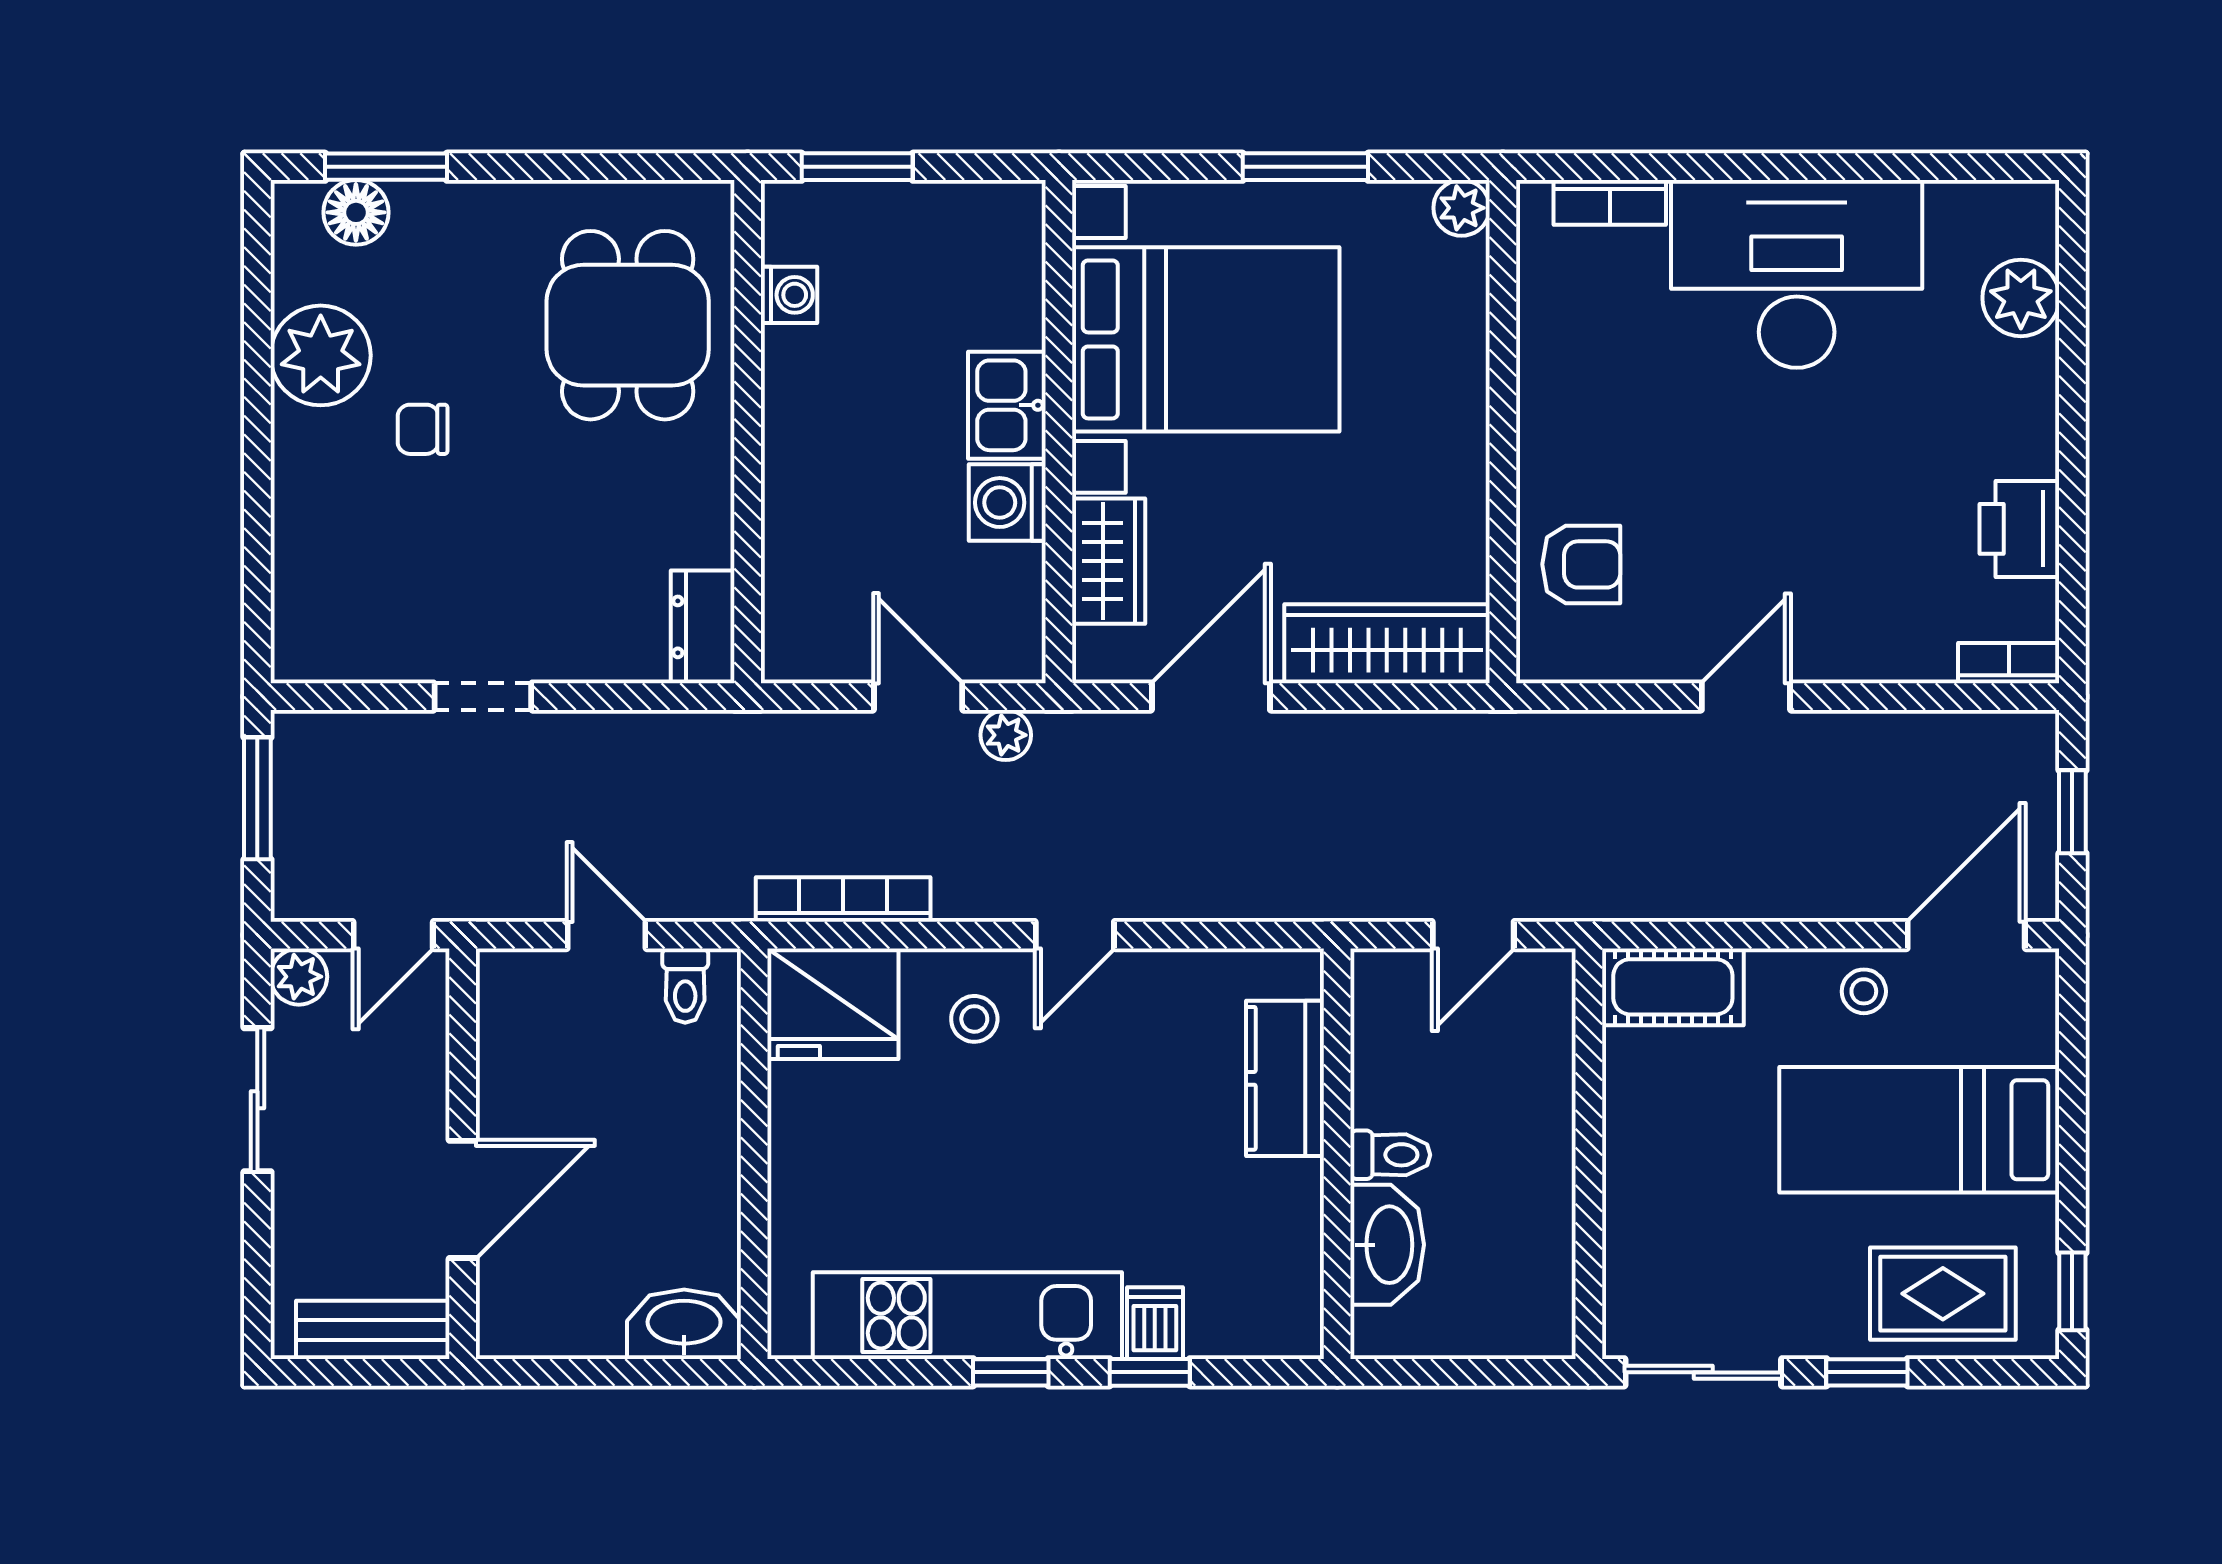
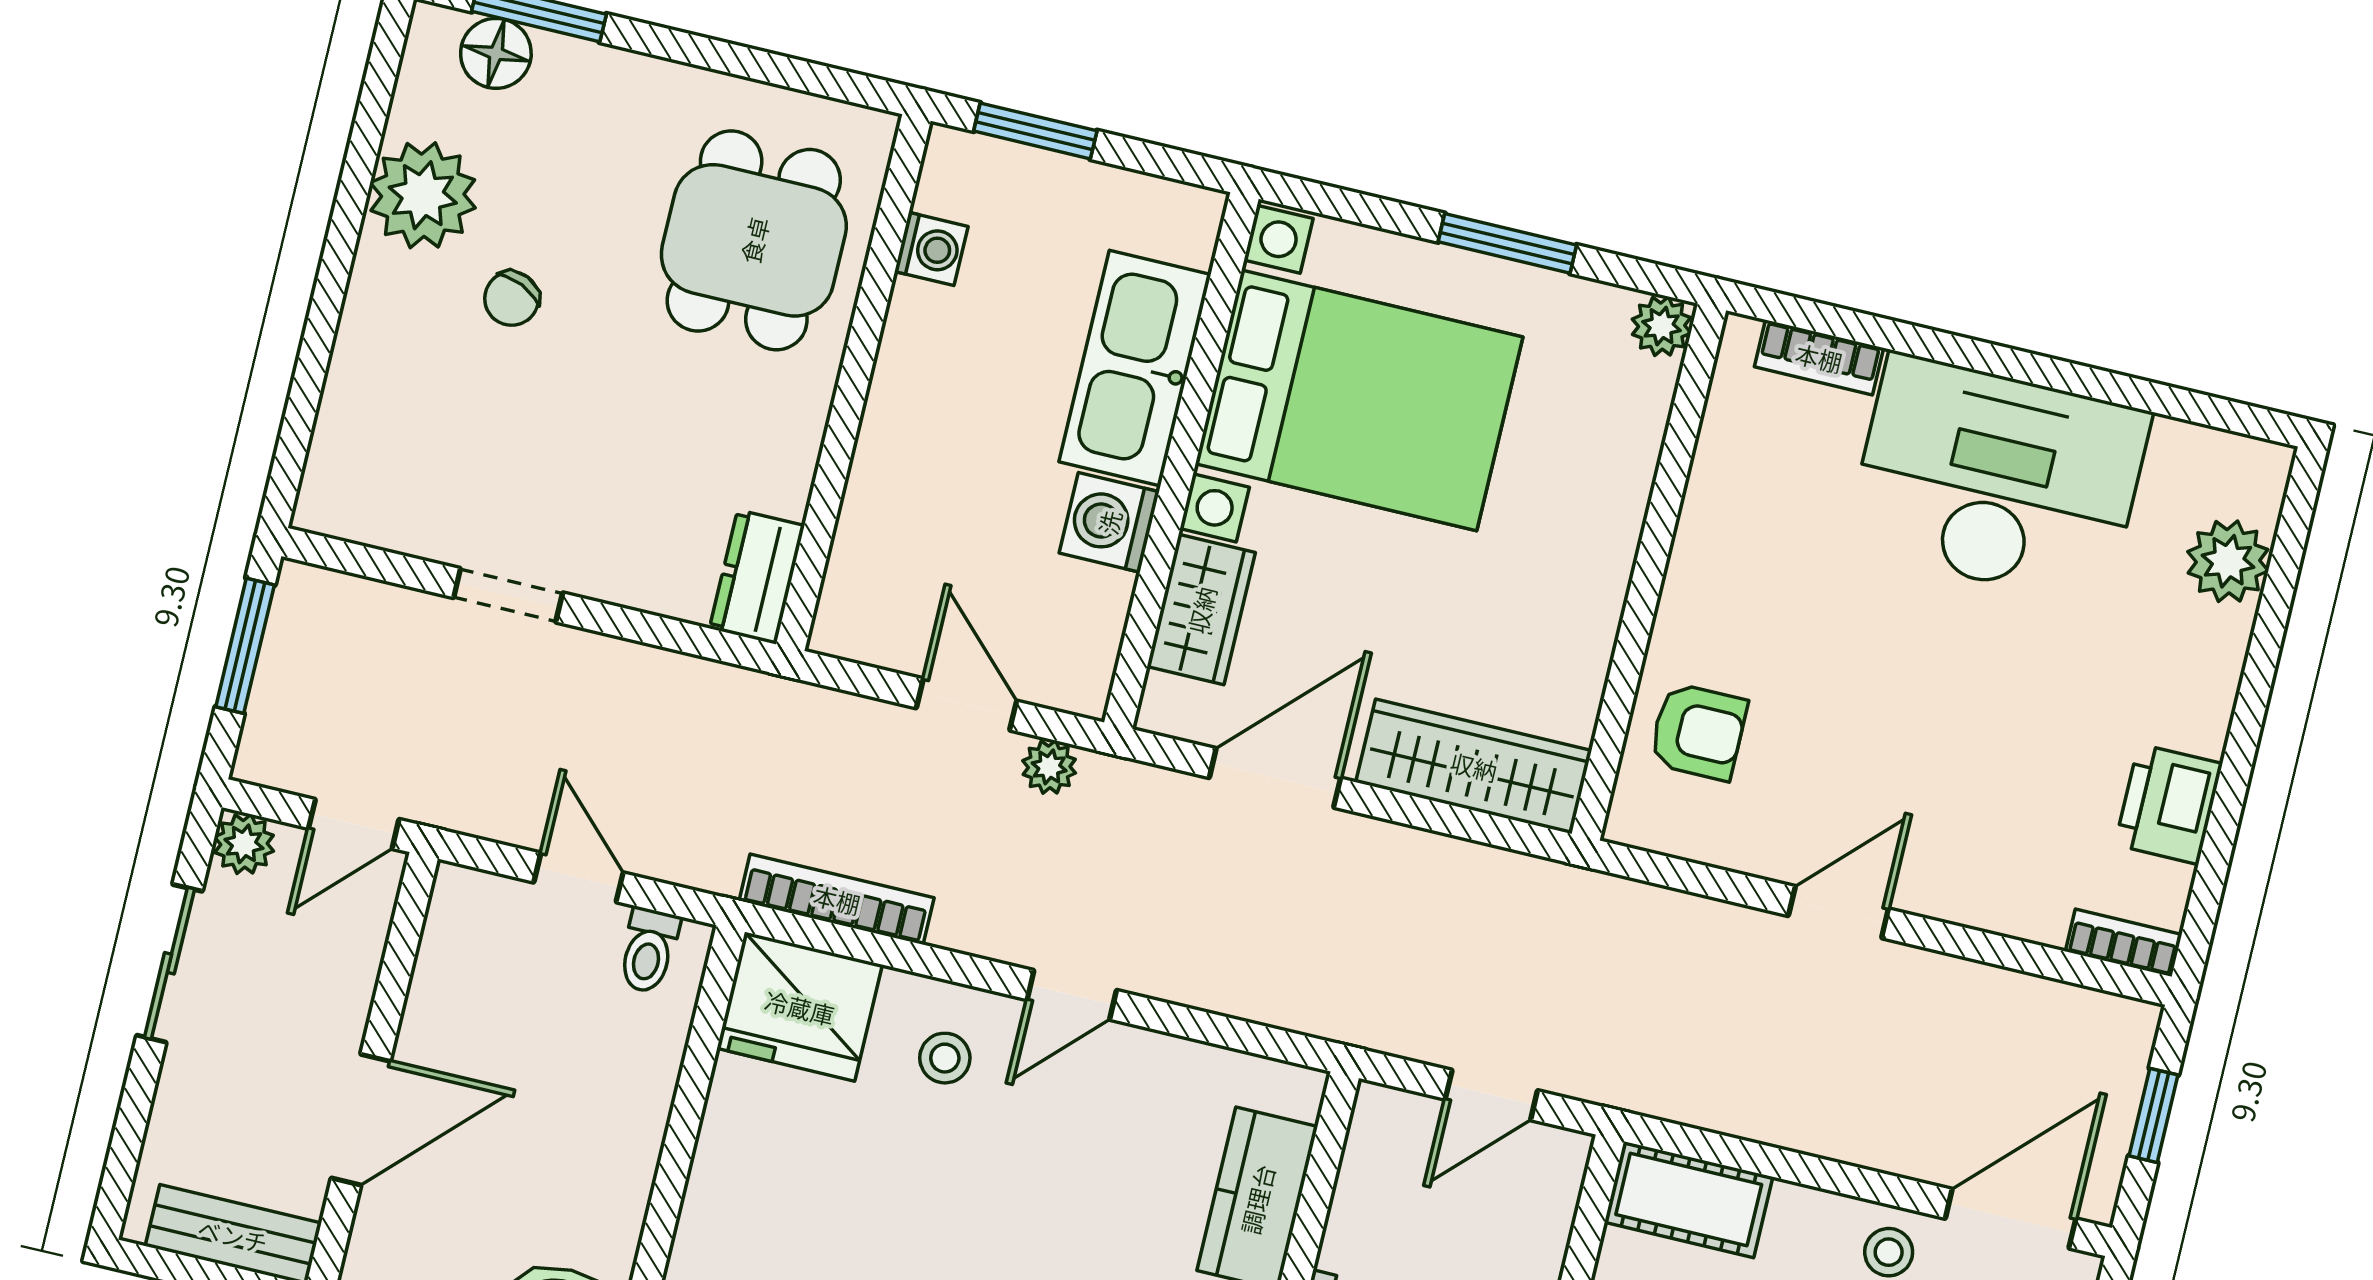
kitchen sink: (1007, 405) -> (1135, 368), width x1.87, depth x1.24
chair: (423, 429) -> (512, 299), turned -66

